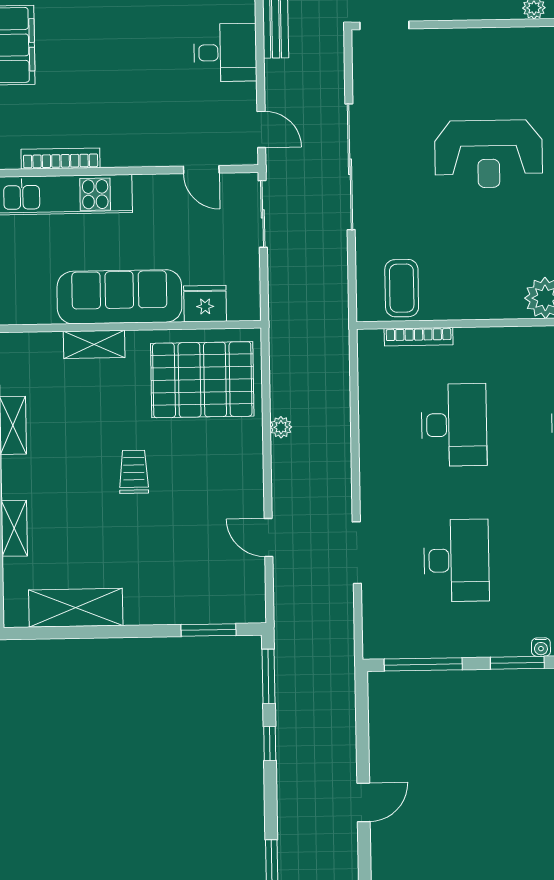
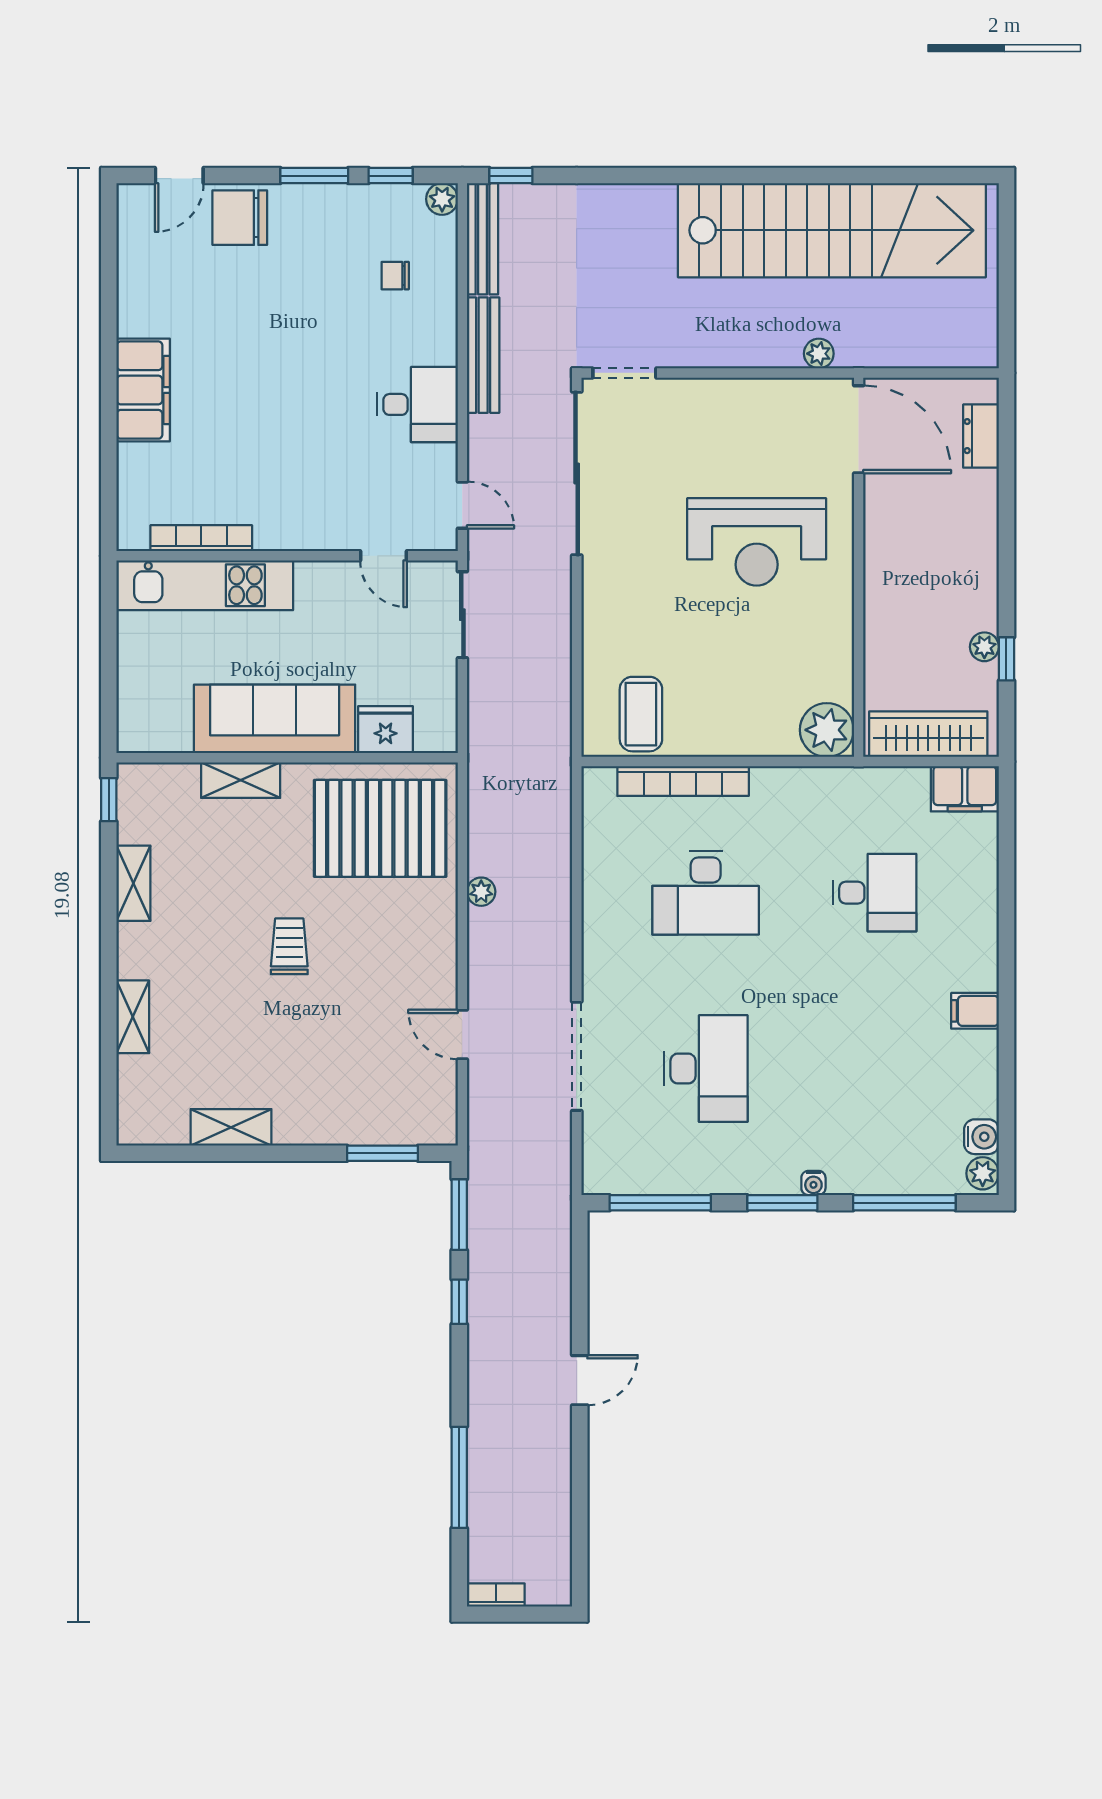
sliding door: (350, 167) -> (577, 474), moved
bookcase: (419, 337) -> (683, 781), width x1.48, depth x1.31
desk: (454, 425) -> (706, 893), turned 90
doorway: (357, 553) -> (577, 1056), width x1.36
shelving: (76, 608) -> (231, 1127), width x0.67, depth x0.75

